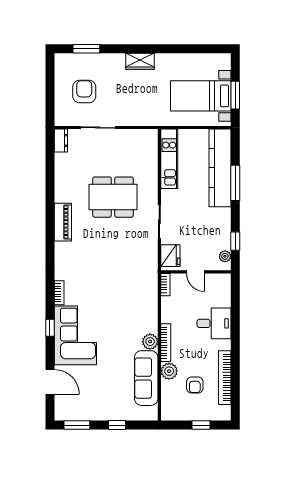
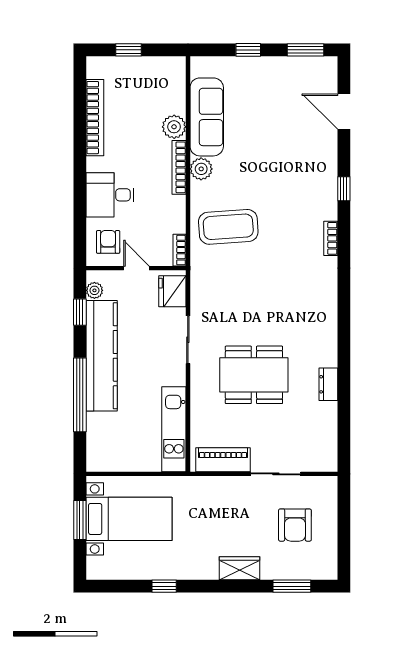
window: (176, 49) -> (164, 586), added
wardrobe: (140, 61) -> (239, 568), moved
dresser: (61, 140) -> (328, 384), moved
kitchen counter: (220, 168) -> (102, 356), moved
window: (235, 183) -> (80, 395), width x1.46
piano: (63, 222) -> (223, 460), moved, turned 90
coffee table: (131, 301) -> (228, 227), added
corner sofa: (75, 335) -> (308, 178), removed
armchair: (195, 385) -> (108, 242), moved

